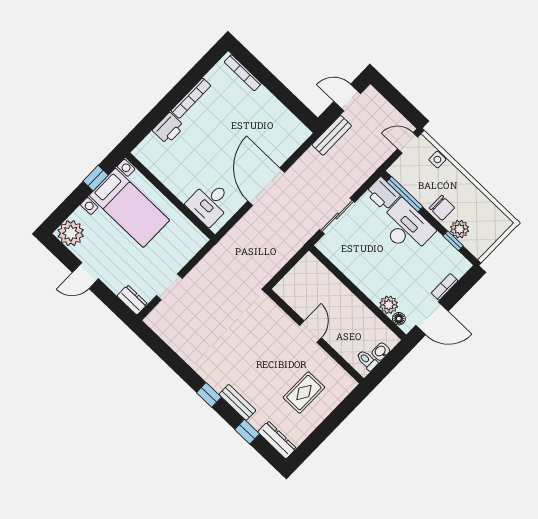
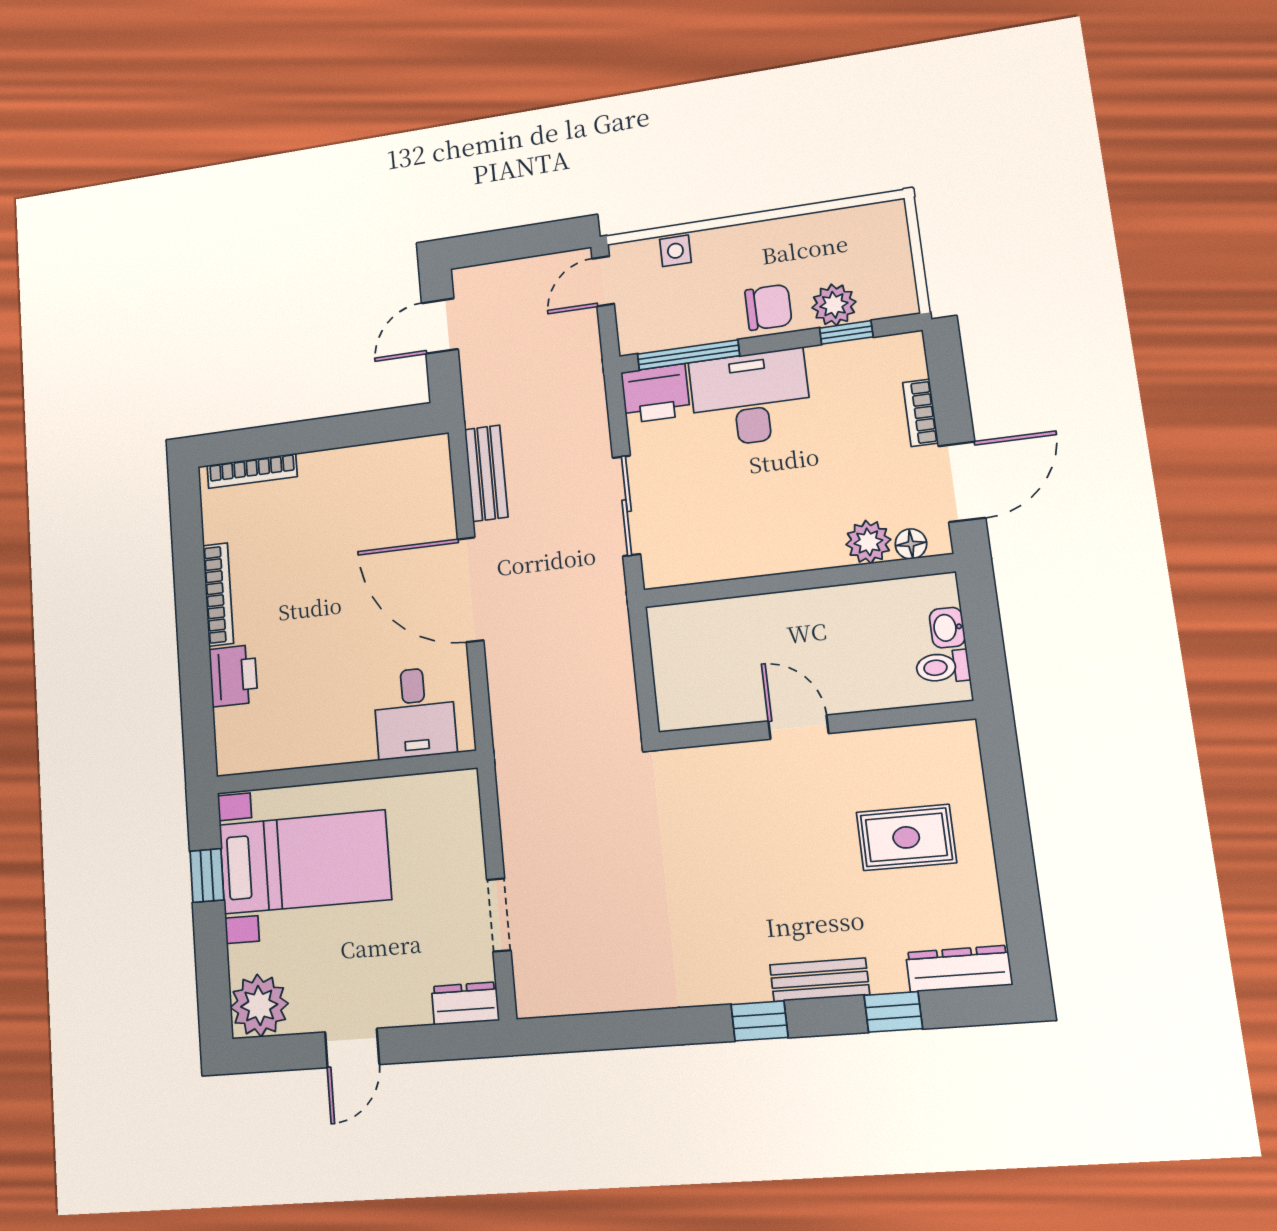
bench: (332, 135) -> (486, 473), moved
rug: (304, 392) -> (906, 837), turned 90

